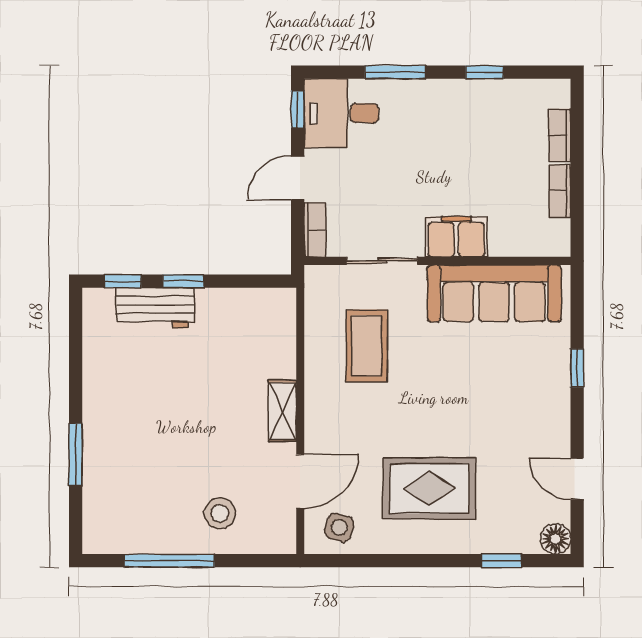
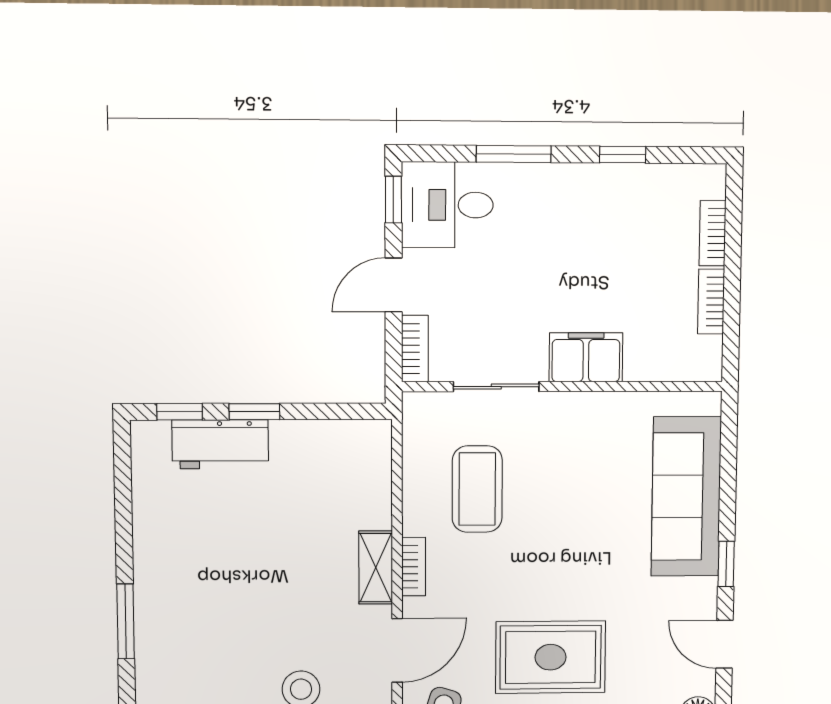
sofa: (494, 293) -> (686, 497), moved, turned 90
window: (577, 368) -> (726, 564), moved
bookcase: (314, 410) -> (414, 567), added

